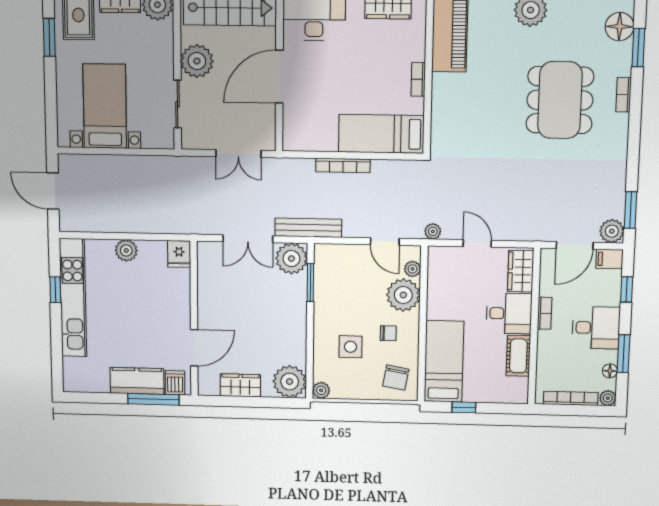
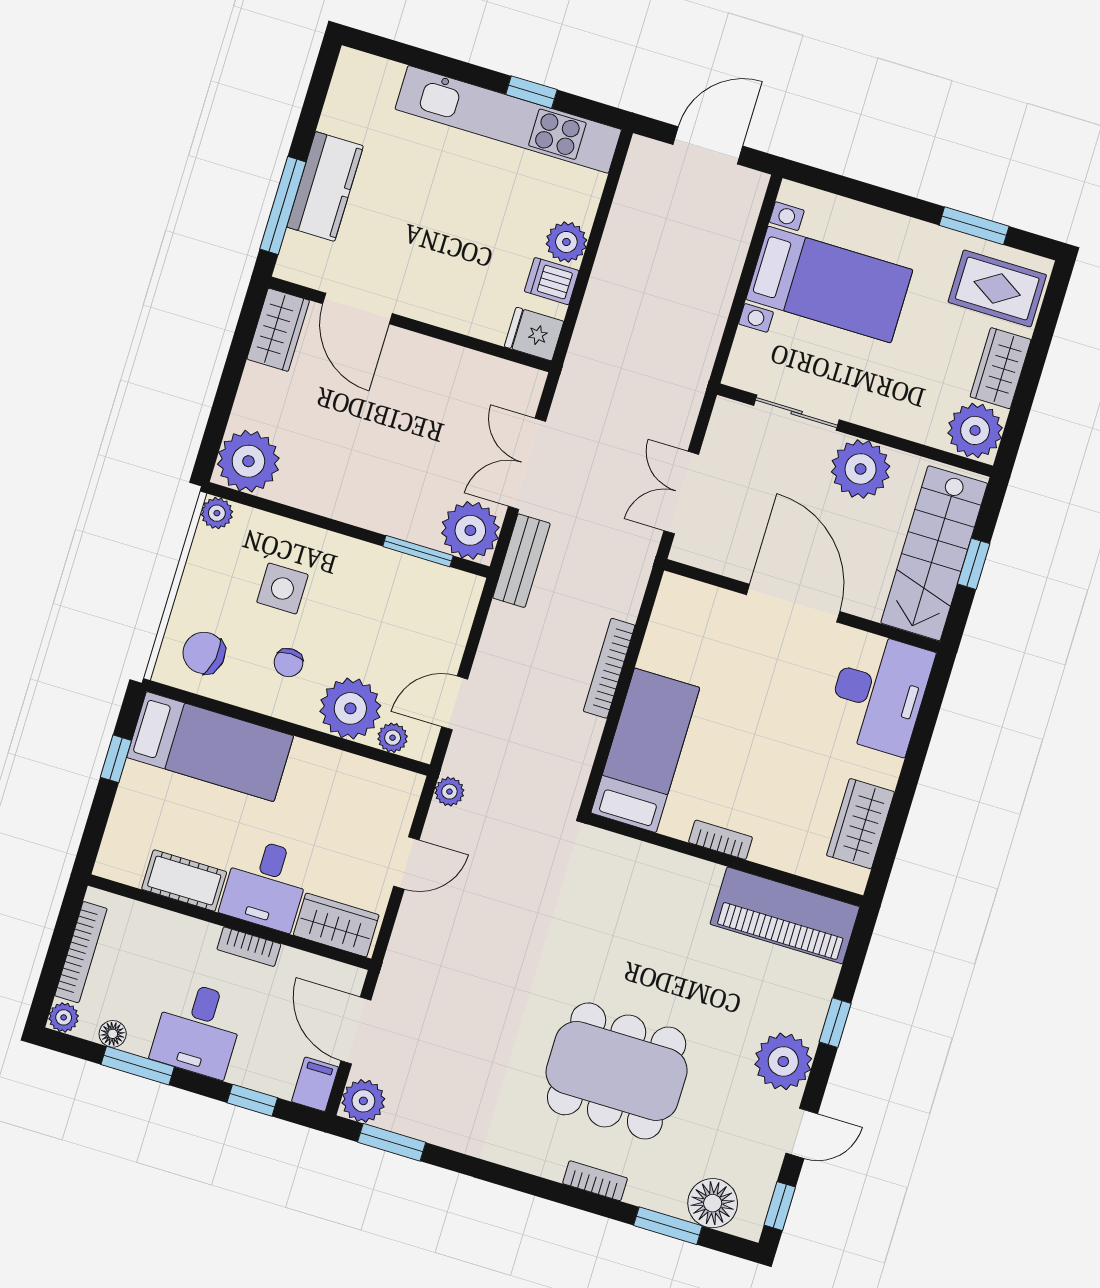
bench: (308, 228) -> (521, 561), width x0.73
dishwasher: (175, 383) -> (552, 281), moved, turned 180
wardrobe: (240, 385) -> (278, 330), moved

